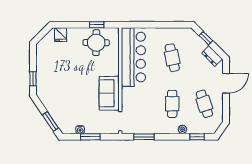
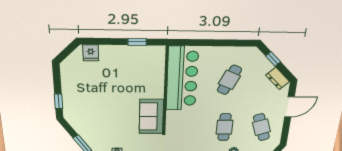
round table: (96, 43) -> (136, 62), removed
cafe table: (172, 58) -> (229, 80), turned 36

